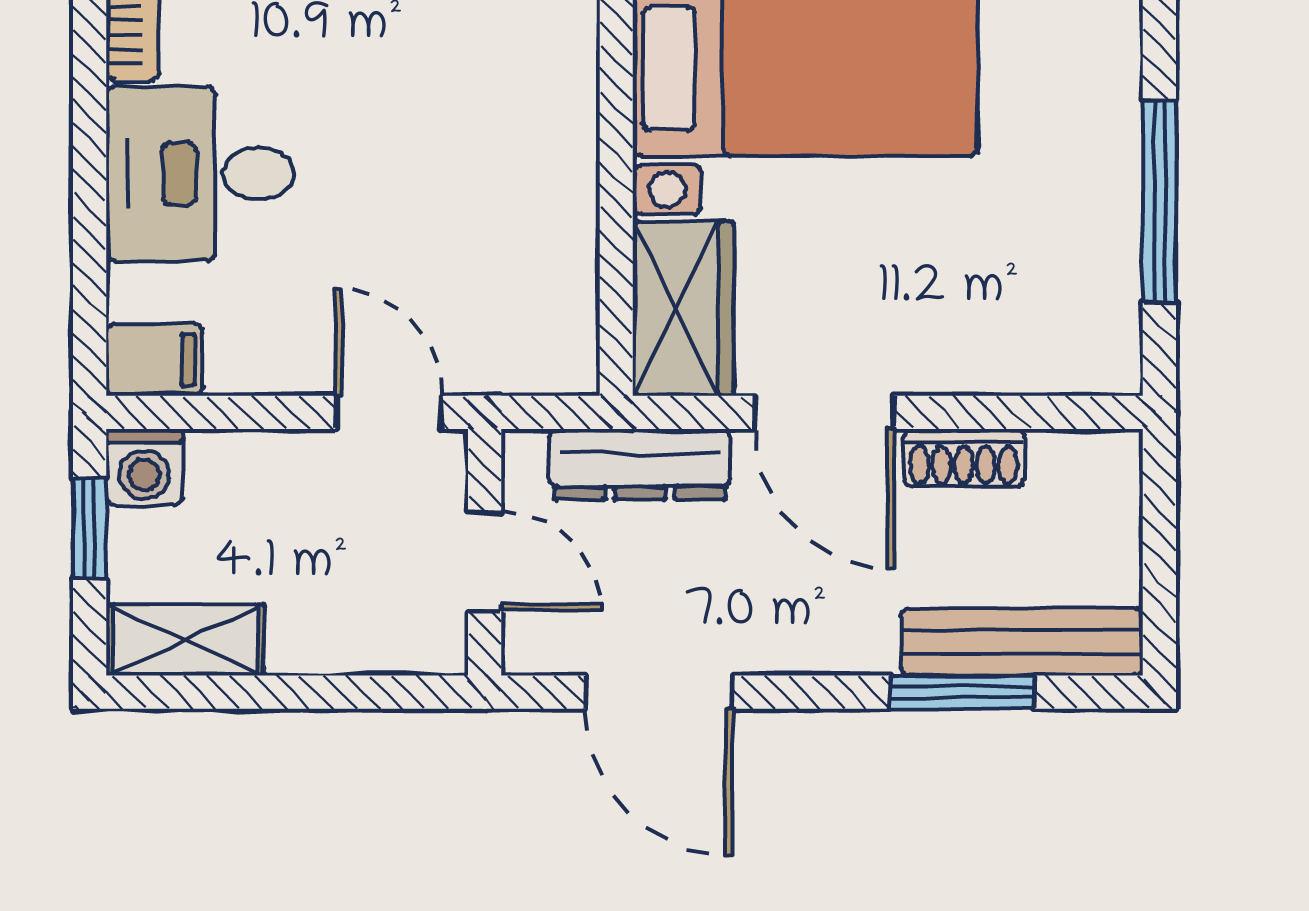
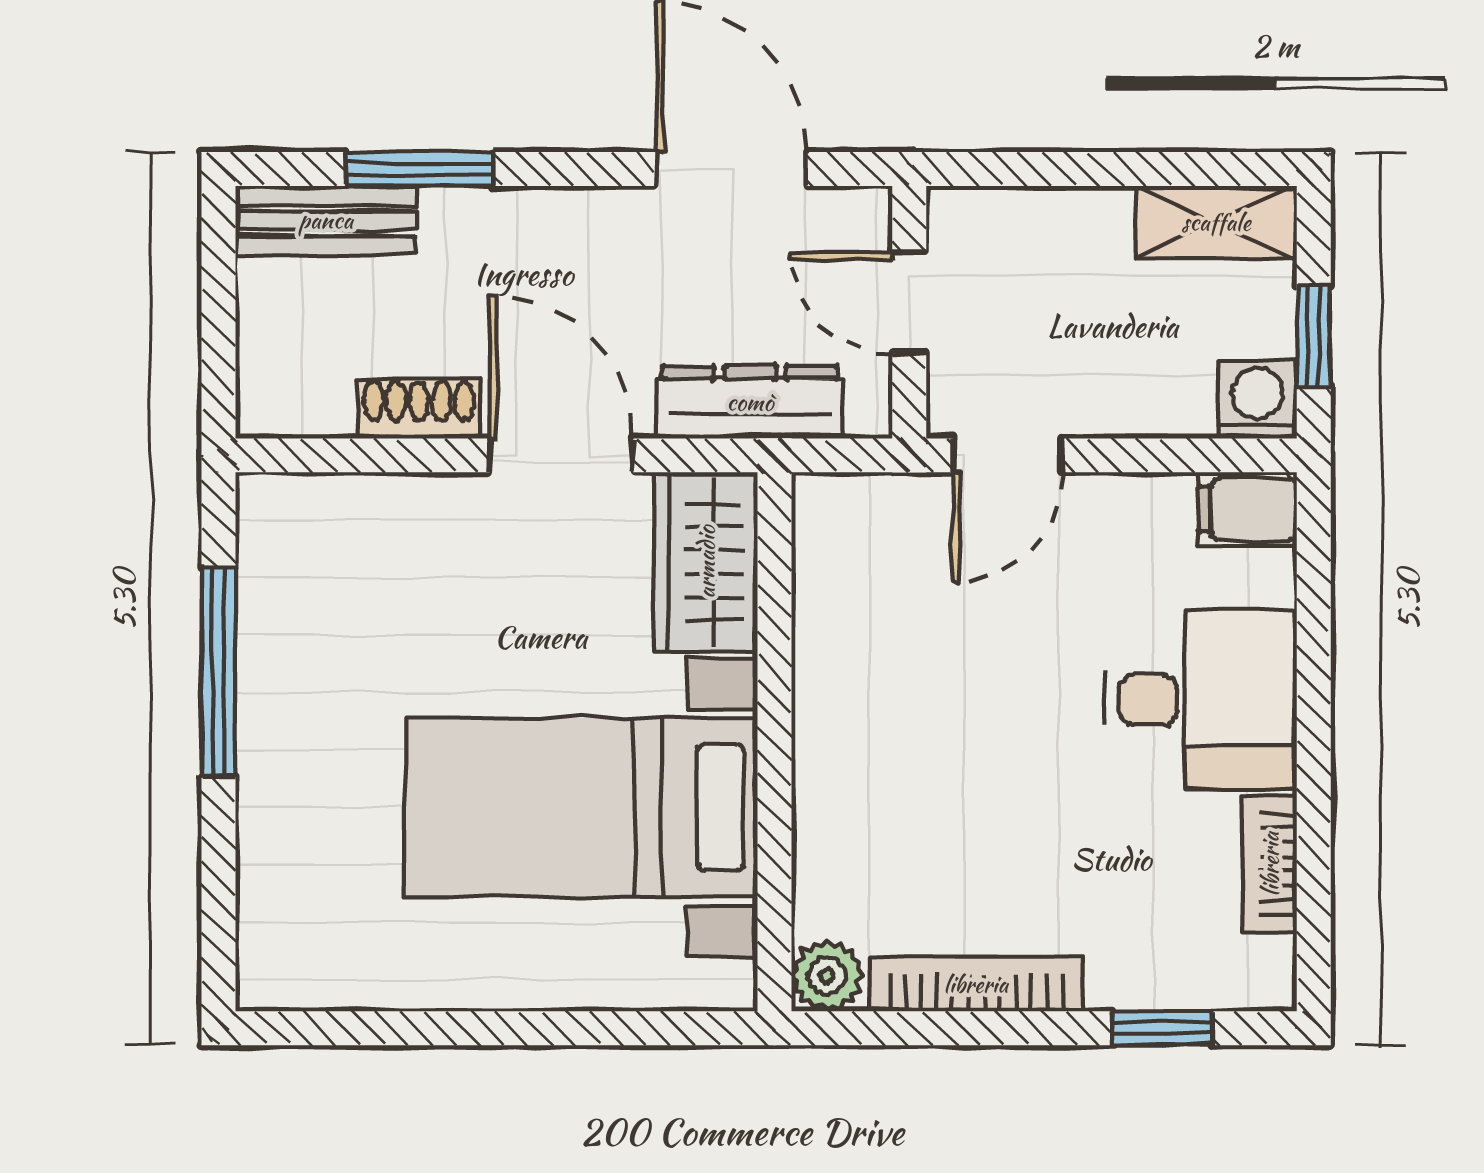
door: (389, 412) -> (1007, 455), hinge flipped
bench: (1022, 642) -> (326, 220), width x0.73

